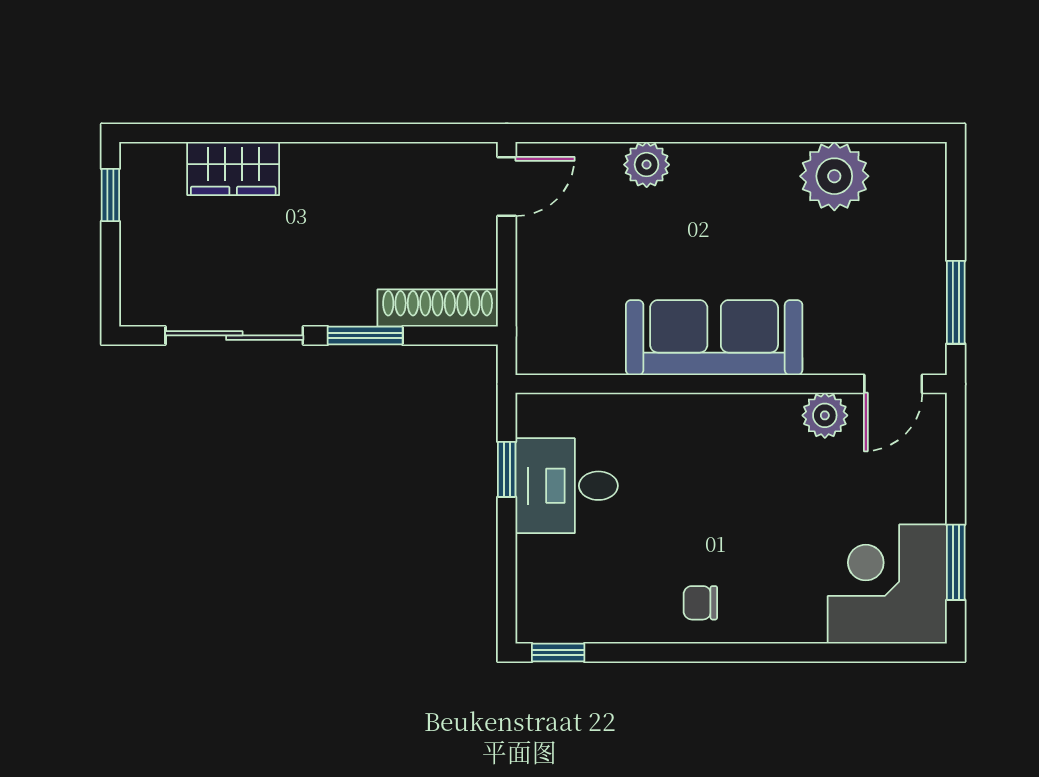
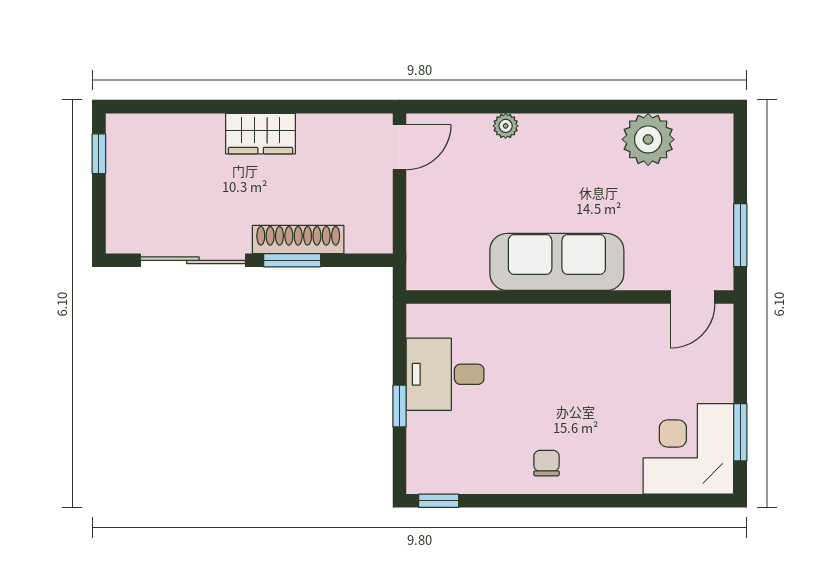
plant: (647, 165) -> (506, 126), width x0.73, depth x0.73
wardrobe: (233, 168) -> (261, 134), moved
shoe rack: (438, 308) -> (298, 240), moved
plant: (825, 415) -> (641, 321), removed
window: (507, 469) -> (400, 406), moved
chair: (700, 603) -> (547, 463), turned 90

